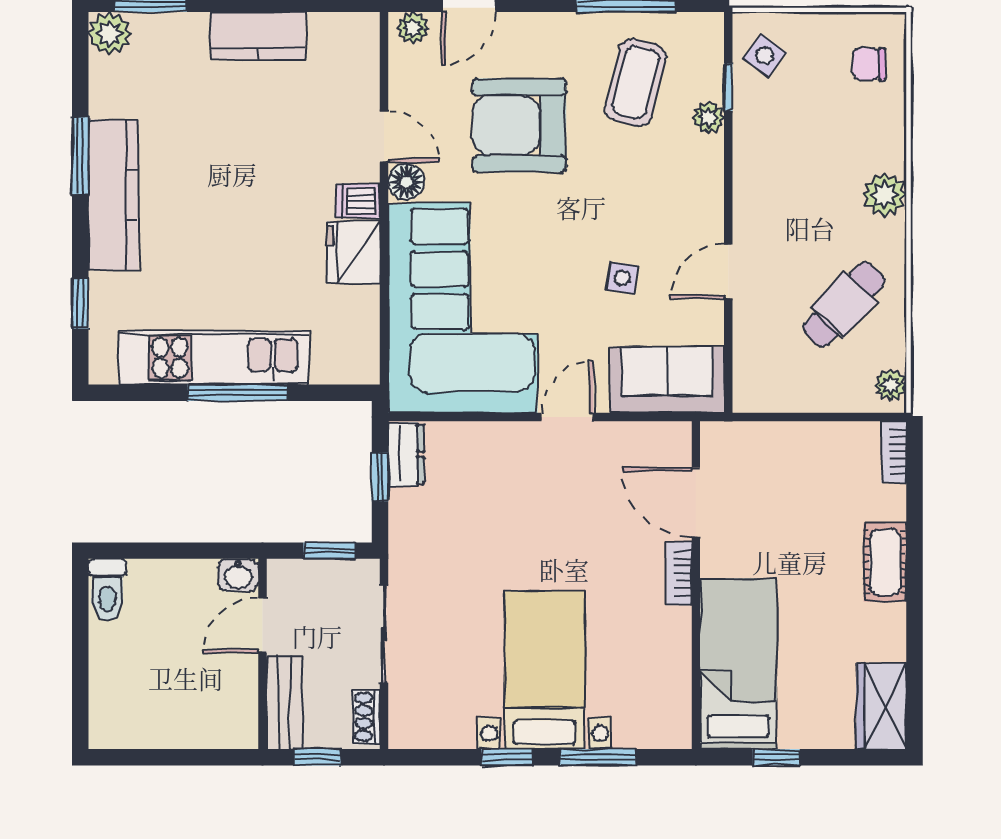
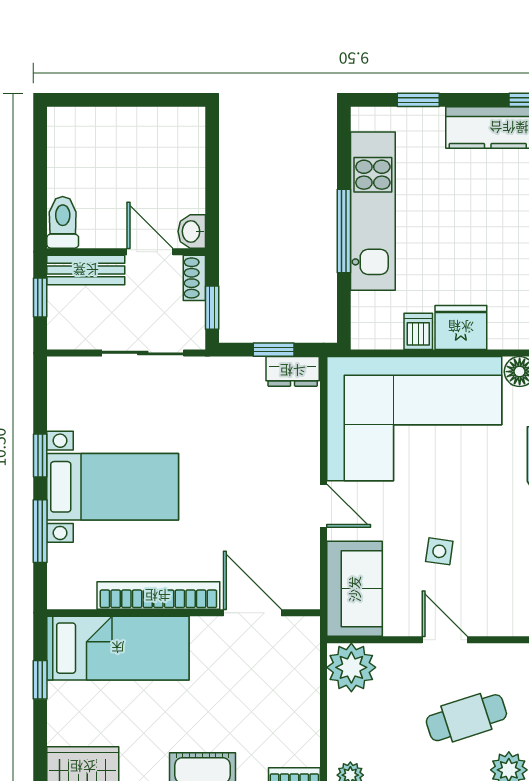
dishwasher: (358, 201) -> (418, 331), moved
cafe table: (844, 304) -> (466, 718), moved, turned -61
plant: (762, 384) -> (351, 667), added
door: (696, 502) -> (252, 613), hinge flipped
bookcase: (679, 573) -> (158, 596), width x2.31, depth x1.31
toilet: (107, 590) -> (63, 222), moved, turned 90
shoe rack: (367, 717) -> (194, 278), moved, turned -90

